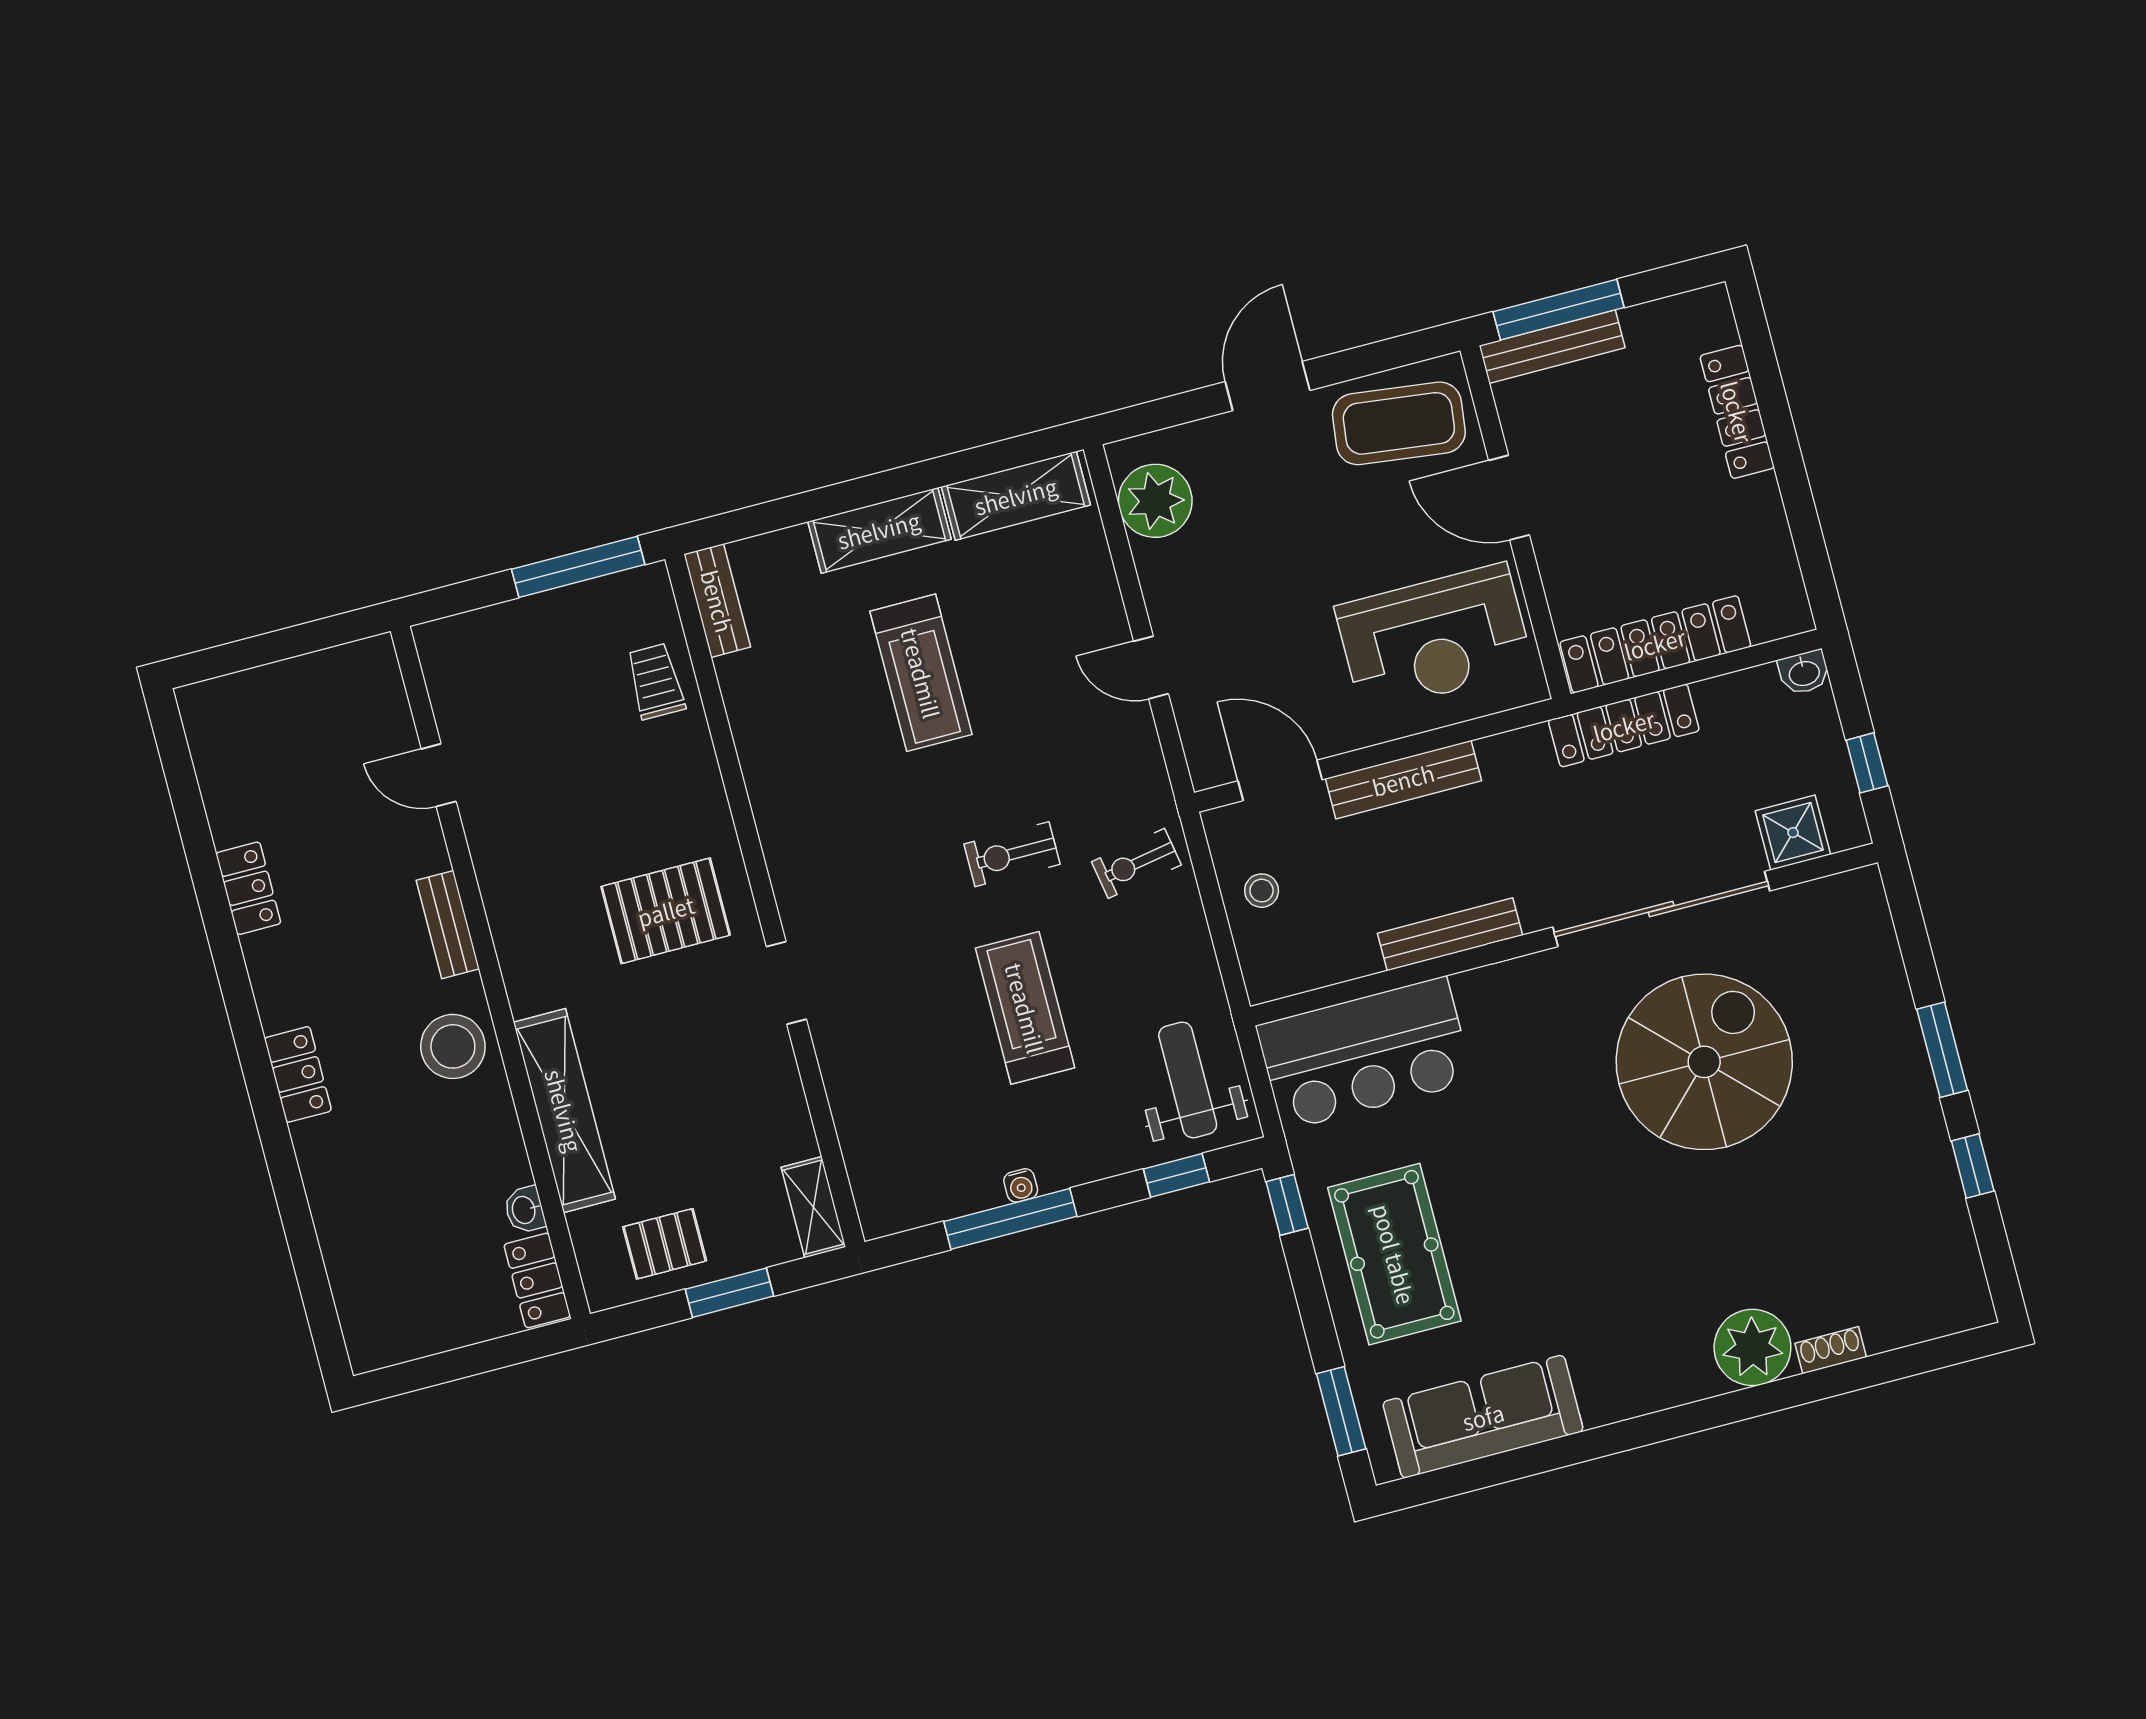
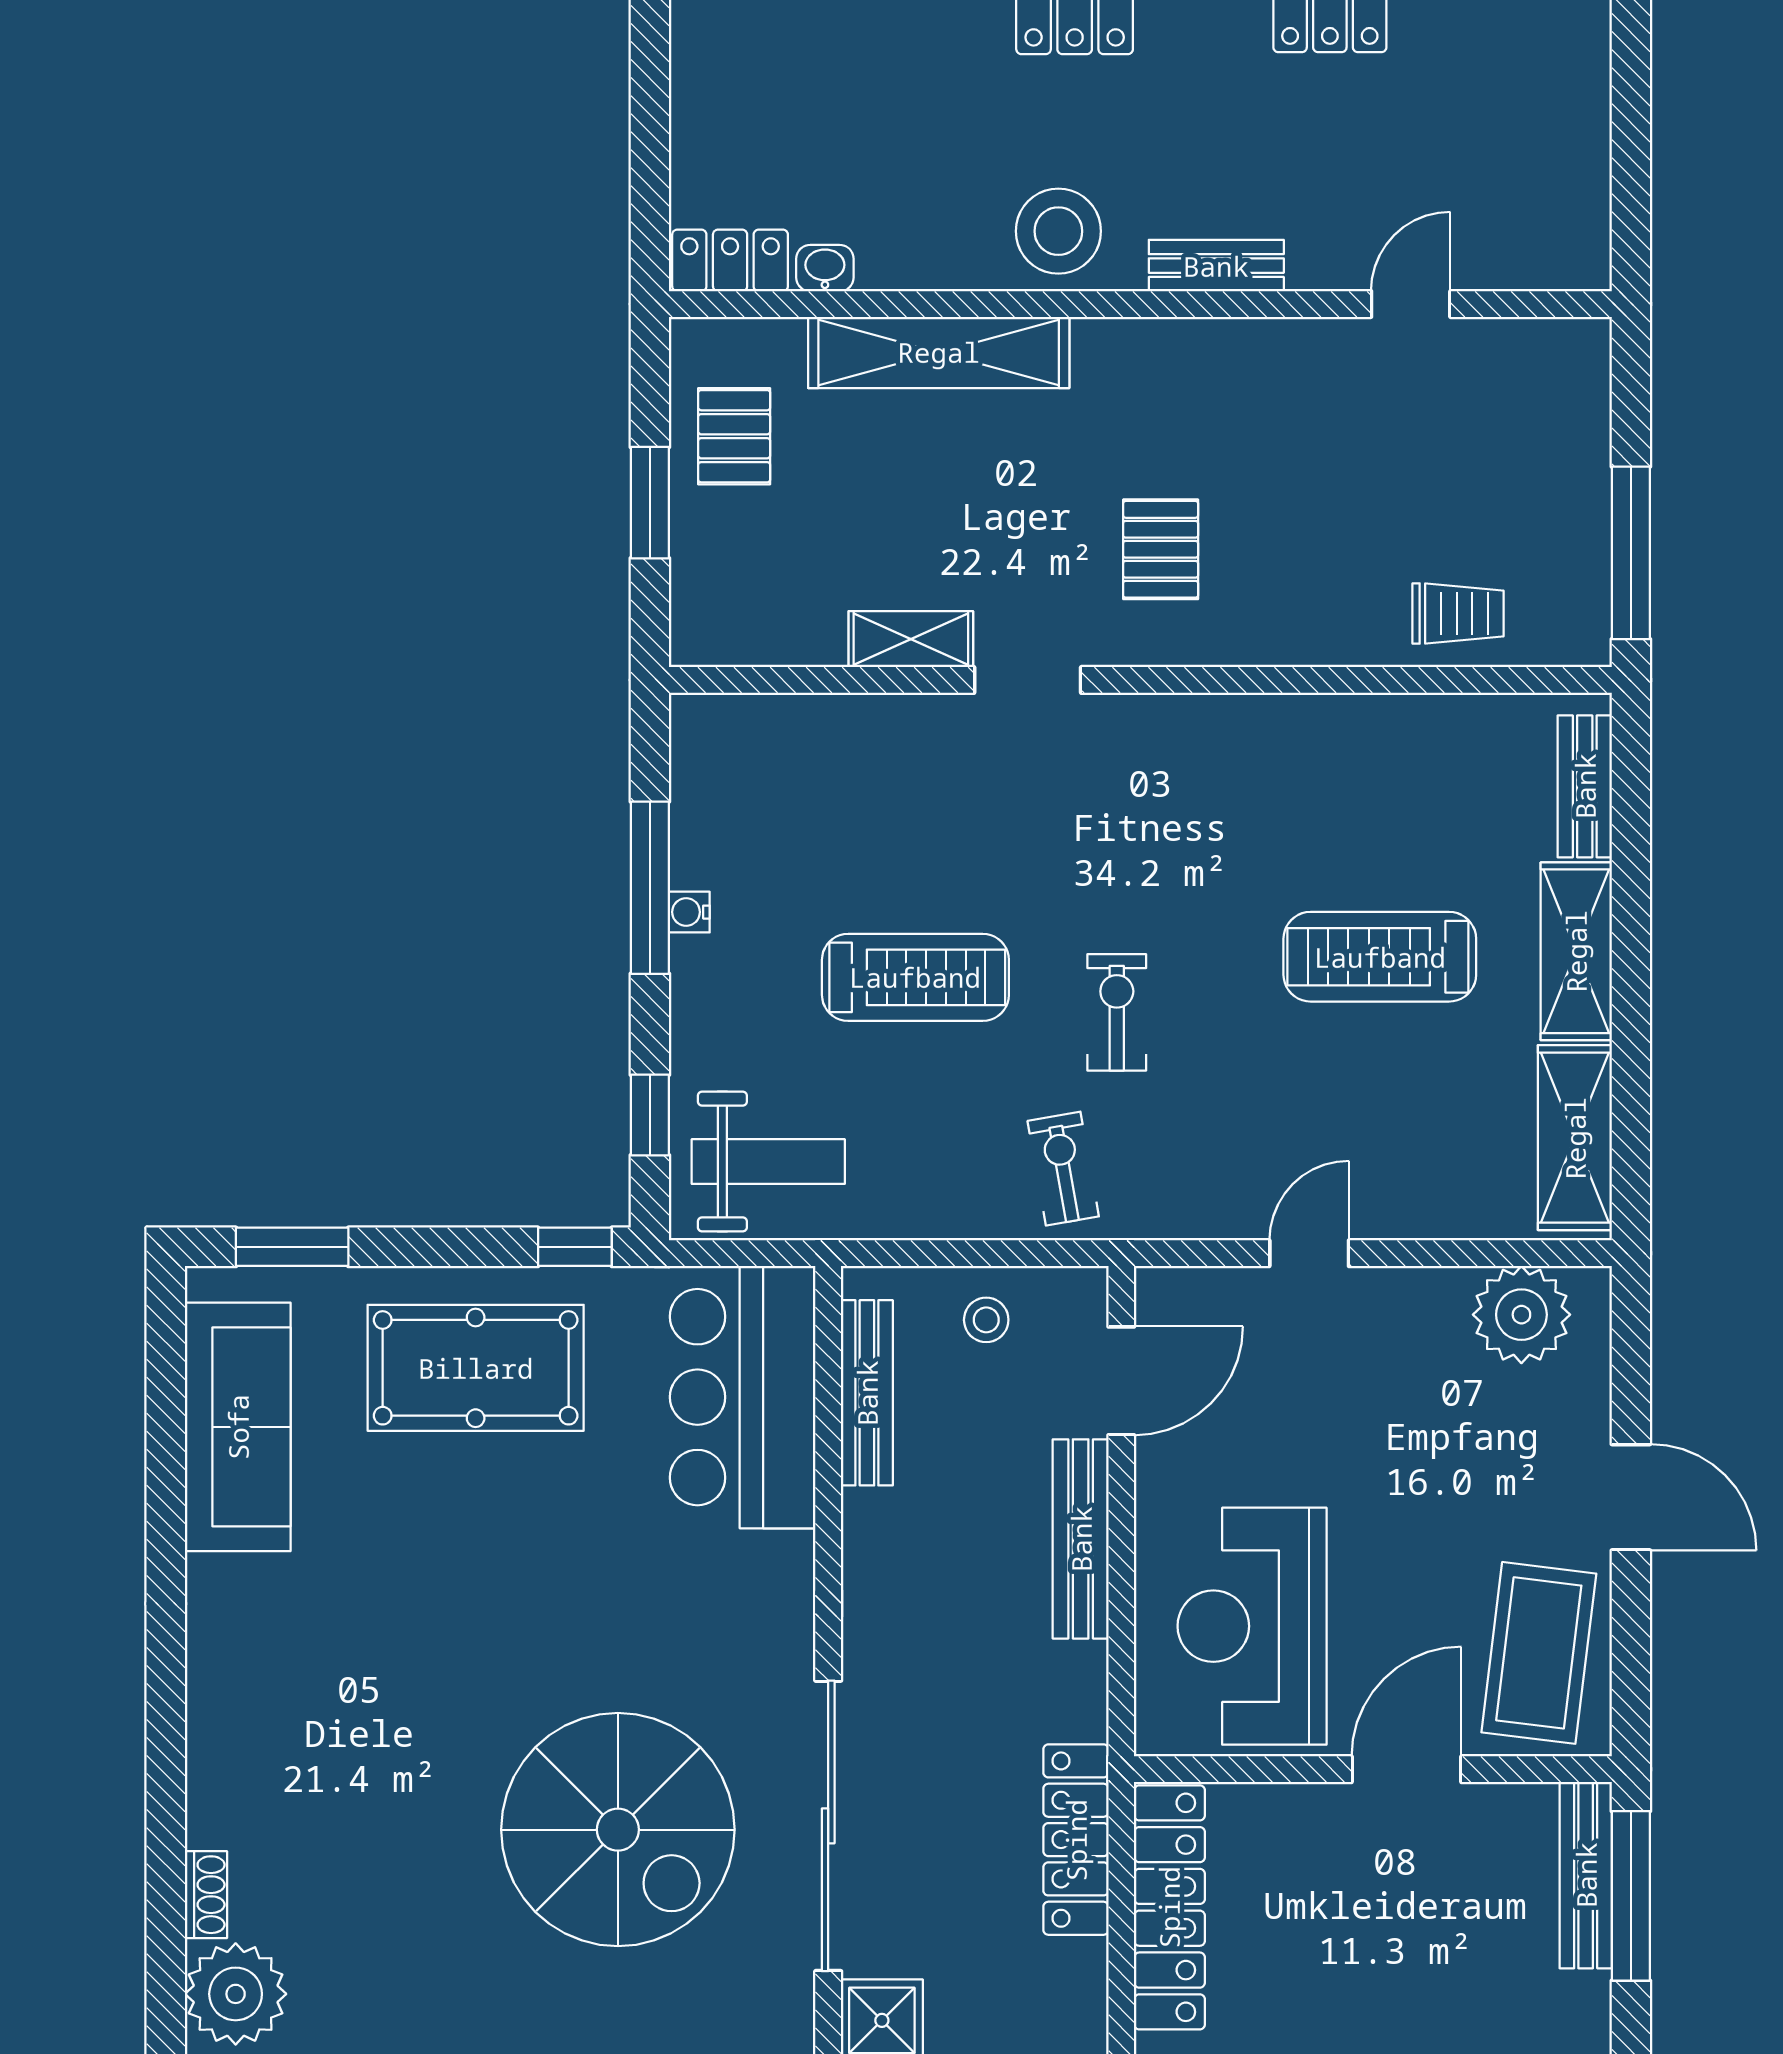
bench: (717, 601) -> (1585, 786), moved, turned 90
pallet: (666, 911) -> (1161, 549), width x0.67, depth x0.71
bench: (1450, 934) -> (867, 1393), moved
shelving: (813, 1207) -> (911, 639), moved
plant: (1752, 1347) -> (236, 1994), moved

